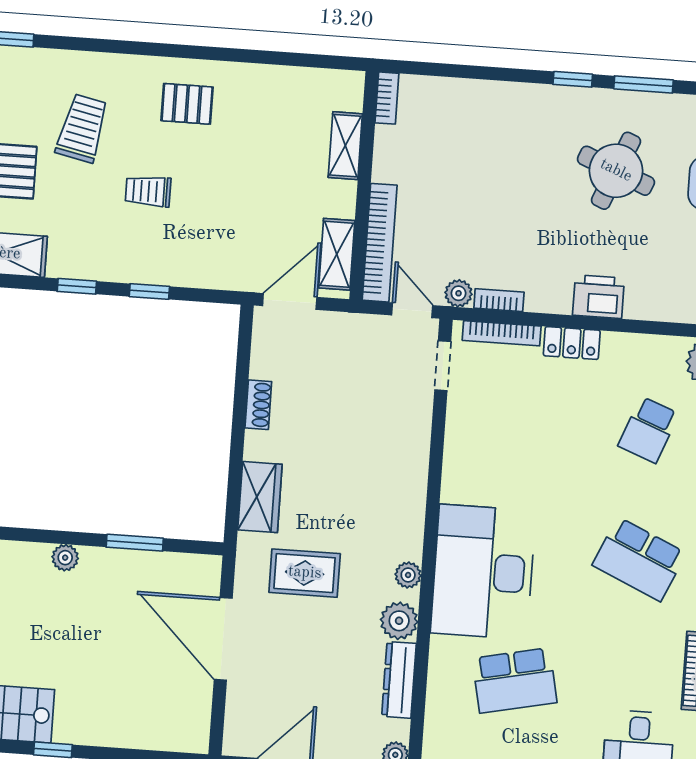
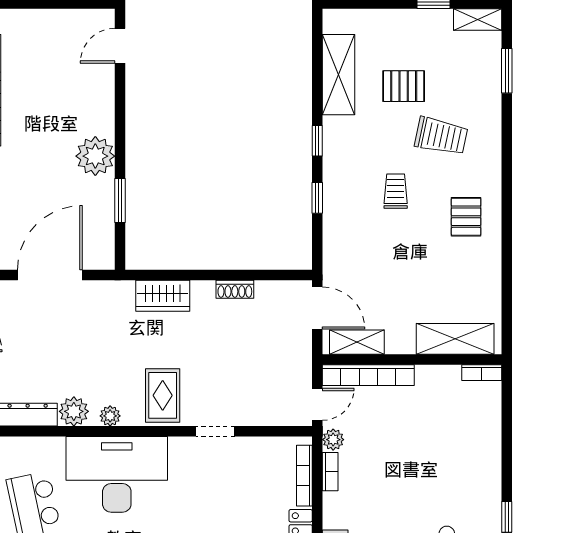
shelving: (345, 146) -> (455, 339), width x1.50, depth x1.33
doorway: (443, 366) -> (215, 431), moved
plant: (65, 558) -> (95, 156), width x1.87, depth x1.87
rug: (305, 573) -> (163, 395), moved

